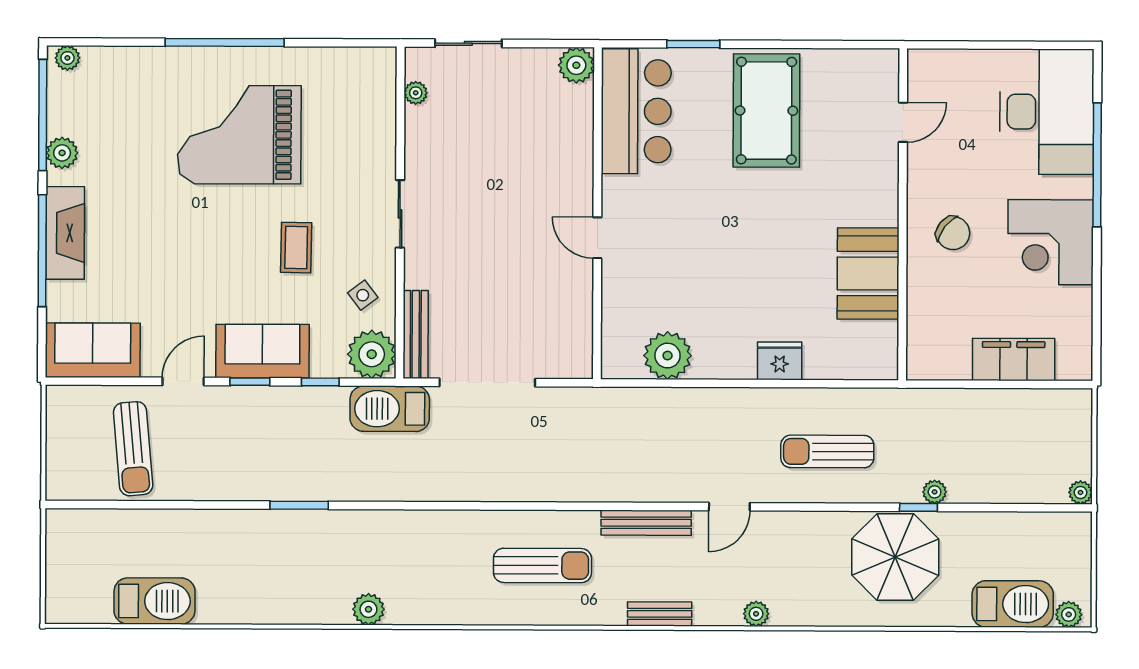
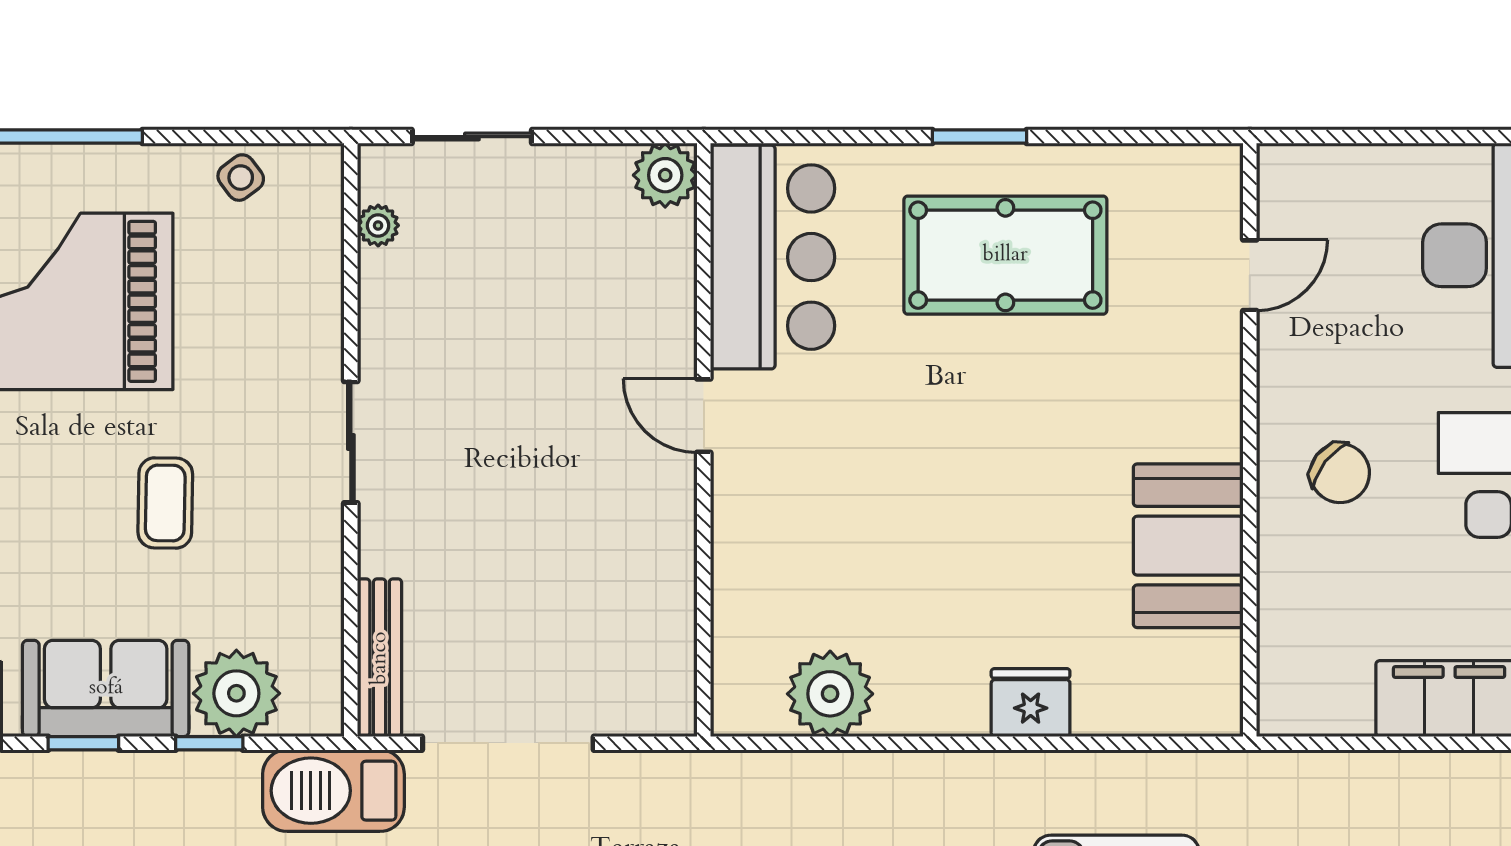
window: (693, 44) -> (979, 137), moved
pool table: (766, 111) -> (1005, 255), turned 90
door: (597, 238) -> (704, 416), moved
side table: (363, 295) -> (241, 178), moved
plant: (372, 354) -> (236, 693), moved

